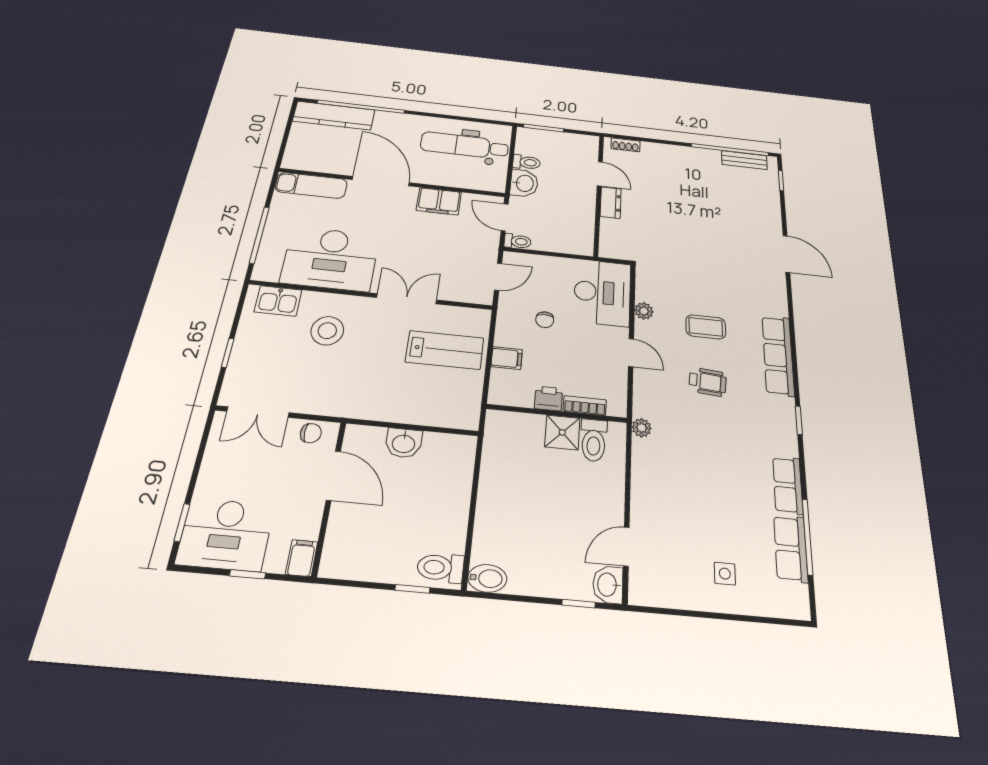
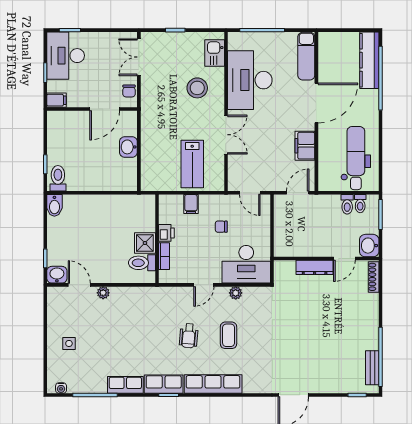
shoe rack: (625, 145) -> (374, 277), width x1.43
washbasin: (524, 183) -> (369, 246), moved, turned 90
dresser: (611, 203) -> (315, 267), width x1.44
toilet: (518, 241) -> (360, 204), moved
plant: (642, 428) -> (103, 293), moved
row of seats: (791, 548) -> (164, 384), moved
water cooler: (800, 594) -> (61, 388), added

